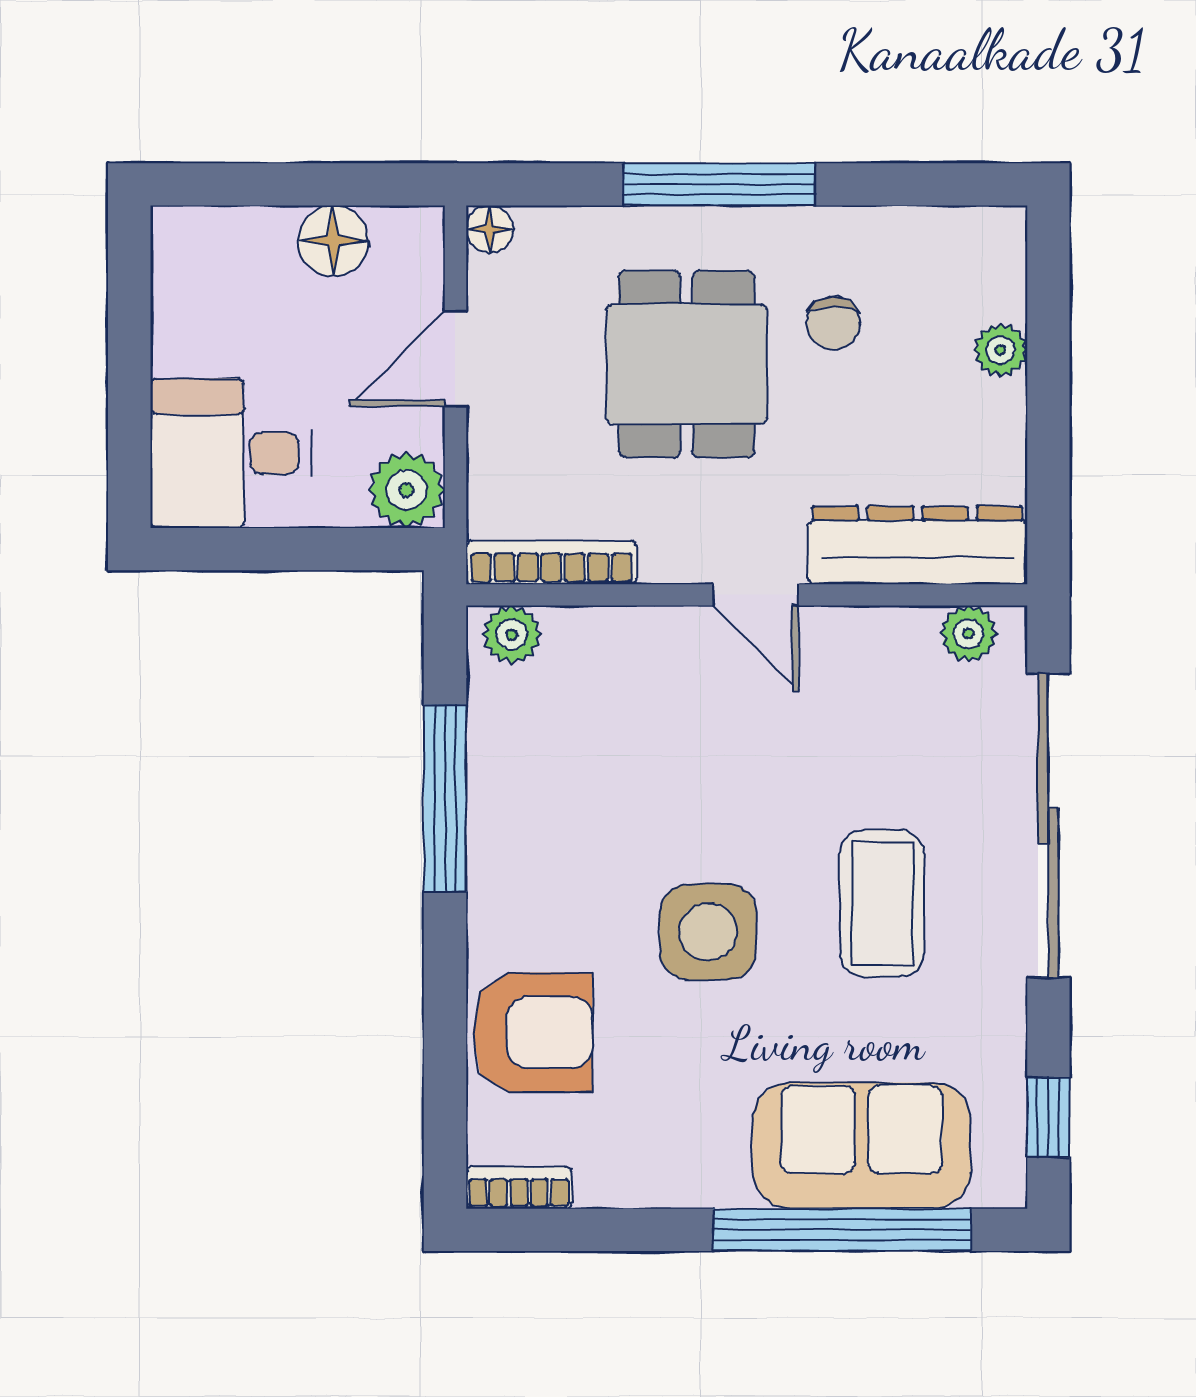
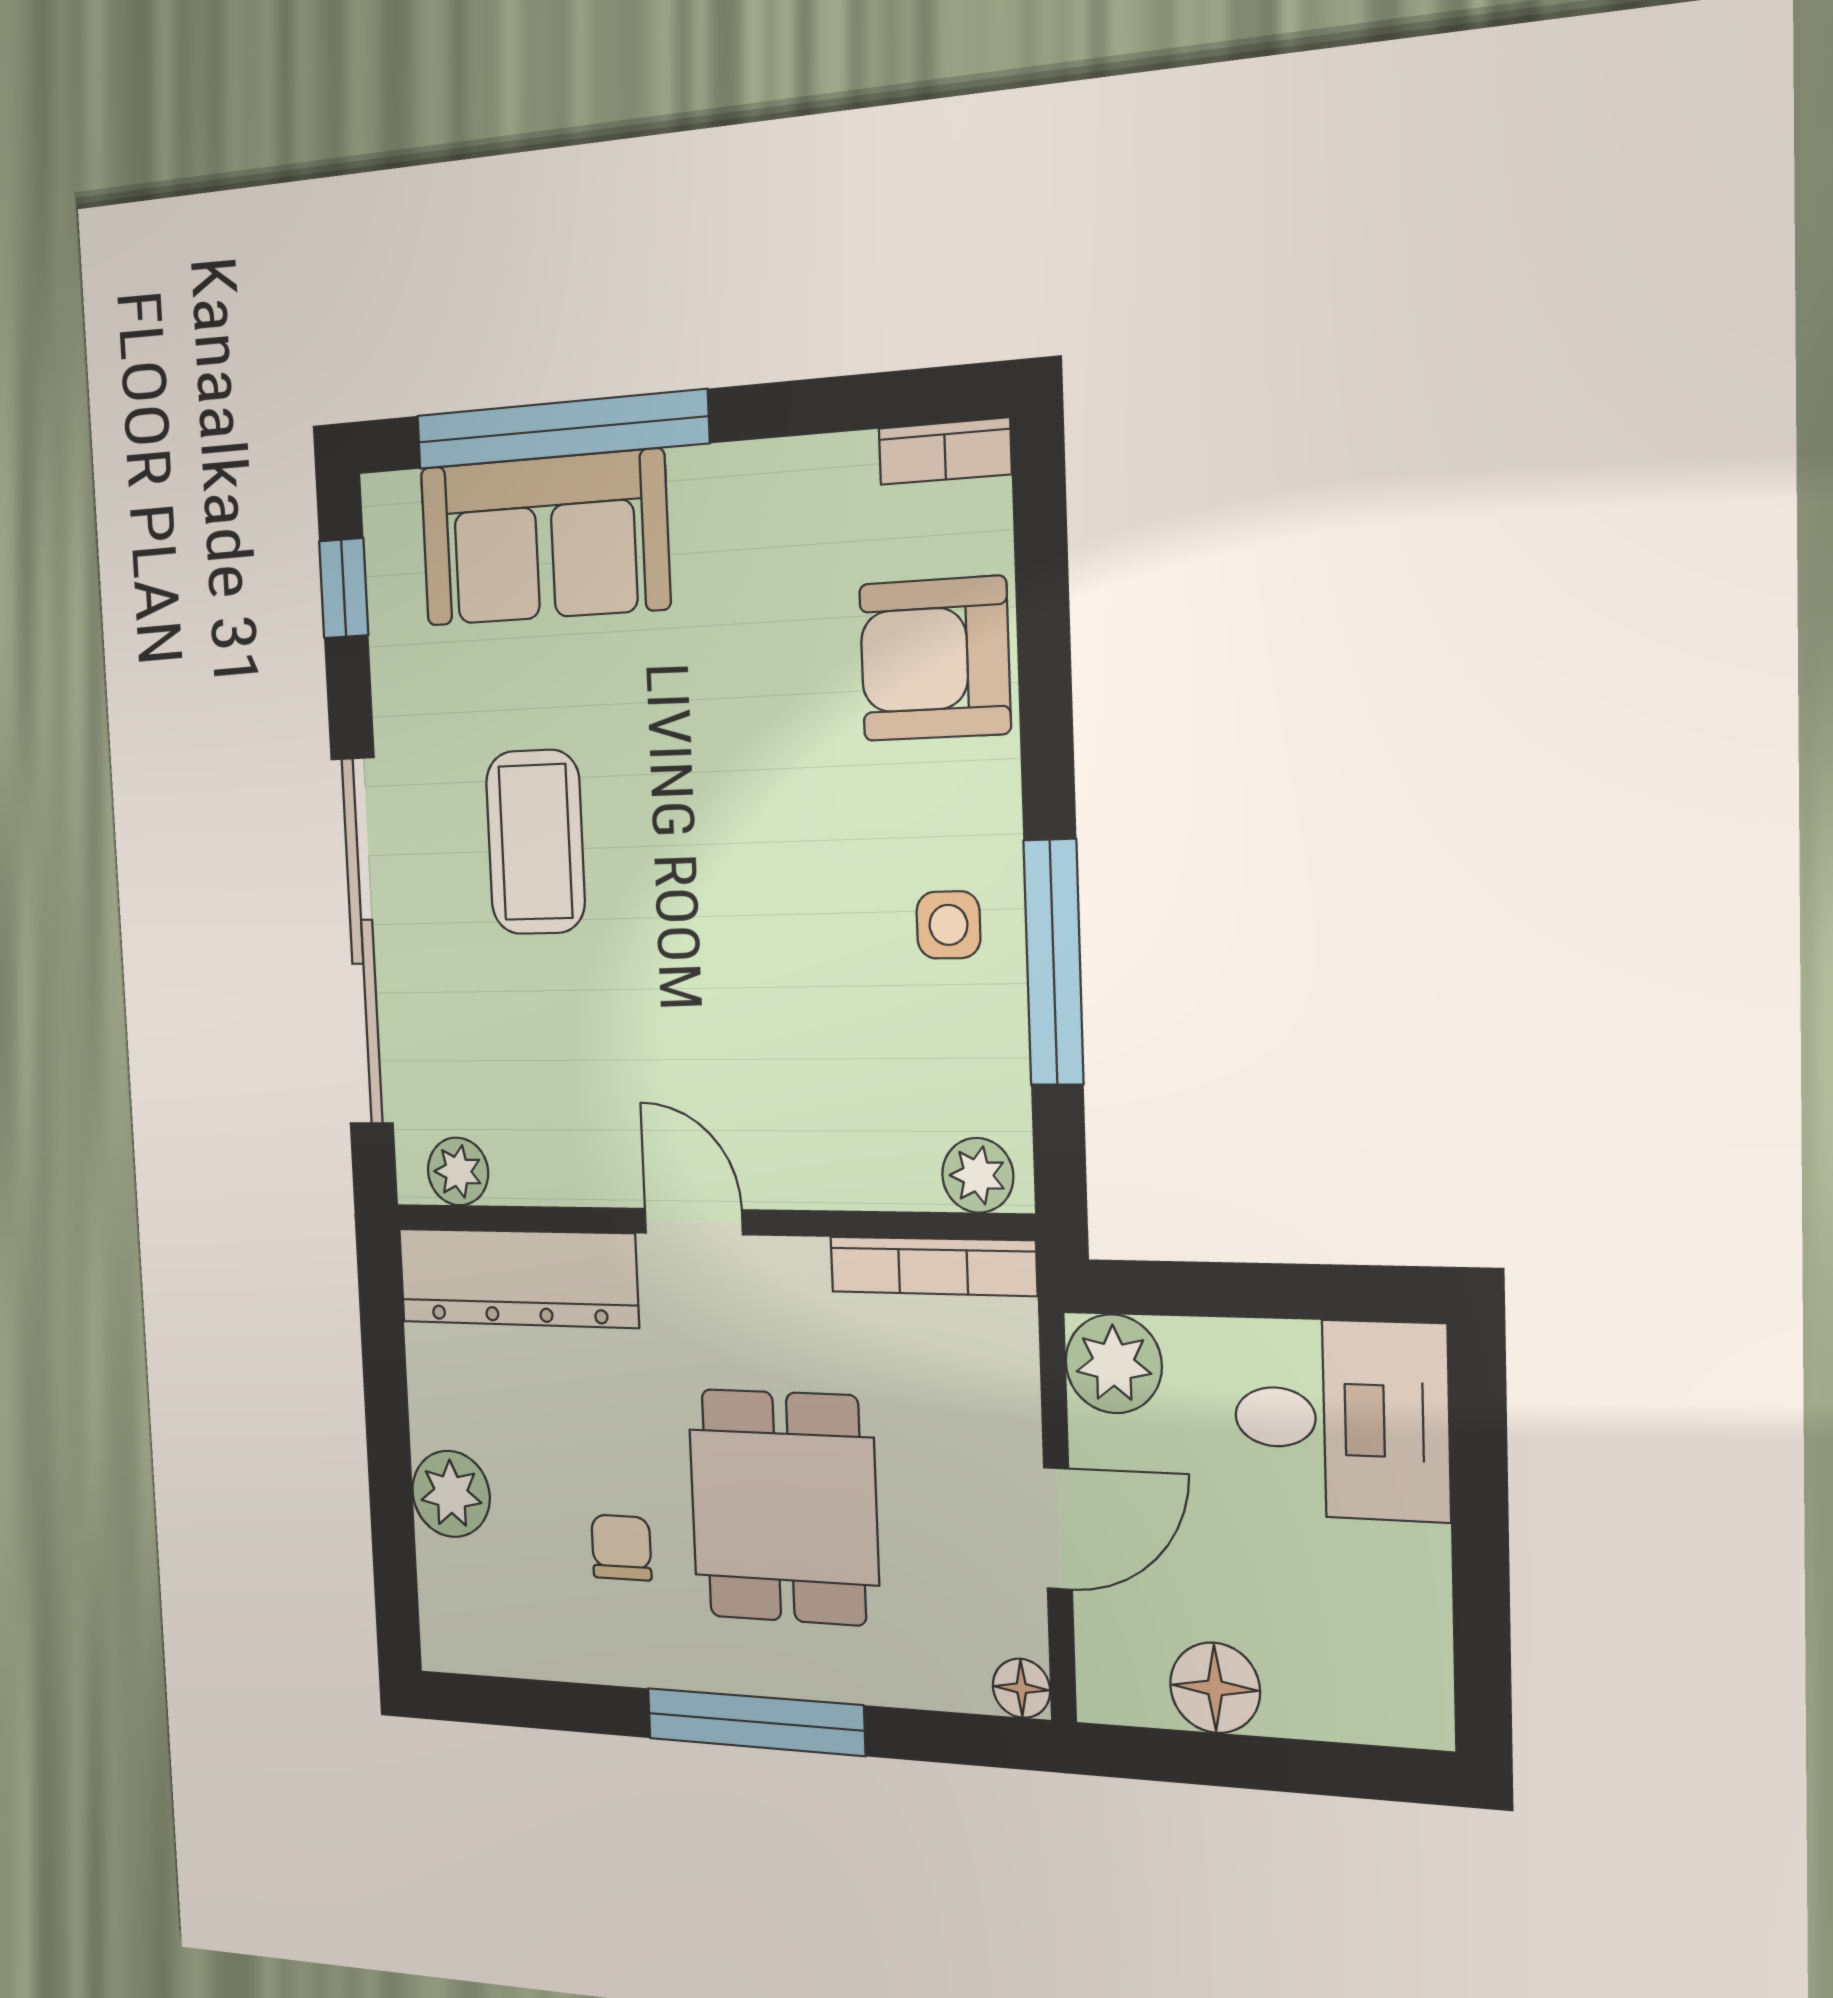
plant: (1001, 350) -> (451, 1494), width x1.38, depth x1.38
side table: (708, 932) -> (948, 925), moved, width x0.54, depth x0.54

